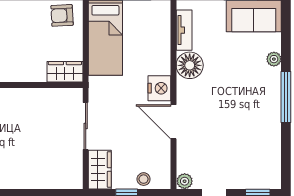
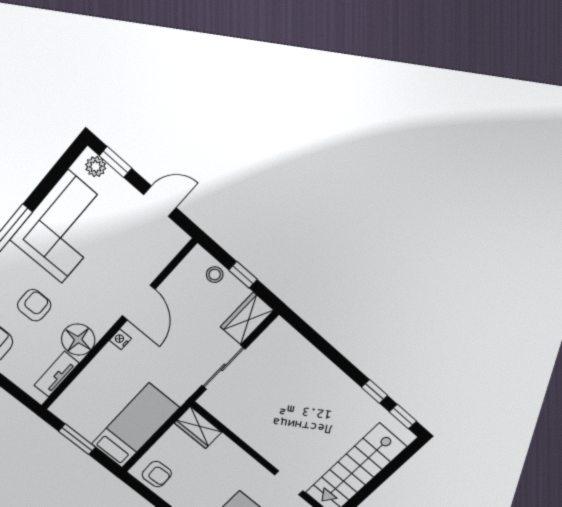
armchair: (234, 64) -> (34, 305), added
nightstand: (159, 88) -> (120, 339), width x0.53, depth x0.56
corner sofa: (255, 130) -> (65, 227), added
plant: (185, 181) -> (96, 167), moved

